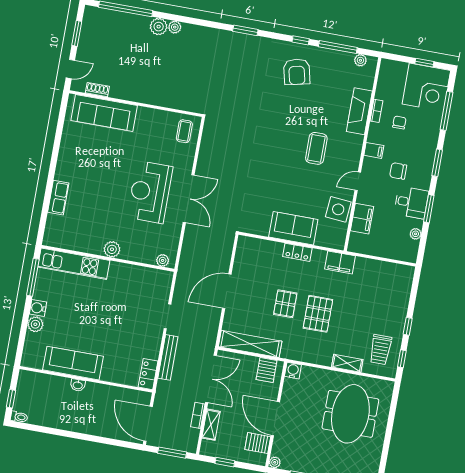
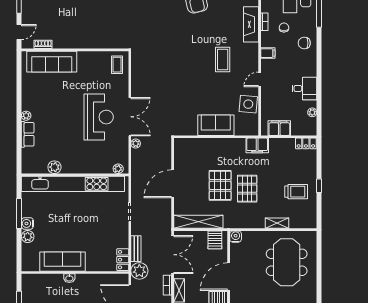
window: (437, 163) -> (319, 54), removed
chair: (398, 171) -> (304, 43), moved
plant: (60, 174) -> (26, 116), added
reception desk: (150, 192) -> (99, 117), turned 180
window: (429, 209) -> (319, 91), removed
filing cabinet: (362, 219) -> (279, 128), moved, turned -90
plant: (190, 233) -> (136, 144), added
plant: (112, 249) -> (54, 167), moved
locker: (297, 252) -> (306, 143), moved
kitchen unit: (74, 264) -> (73, 184), width x1.86
window: (33, 277) -> (19, 213), moved
pallet: (285, 304) -> (220, 185), width x1.50, depth x1.42
trolley: (381, 350) -> (296, 192), moved, turned -90
bench: (168, 357) -> (136, 249), width x0.73
window: (402, 359) -> (319, 212), removed
plant: (166, 392) -> (139, 271), added
door: (275, 419) -> (229, 277), hinge flipped

